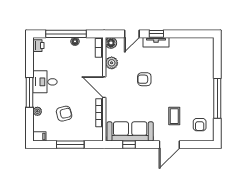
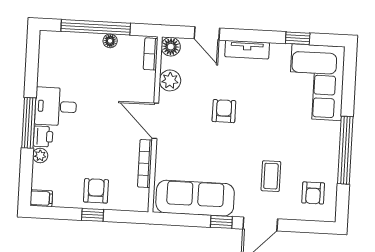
door: (132, 34) -> (207, 33), hinge flipped
window: (156, 34) -> (298, 38), moved
printer: (38, 46) -> (43, 136), moved
corner sofa: (198, 59) -> (317, 82), added
armchair: (144, 79) -> (224, 111), turned 90
armchair: (64, 114) -> (96, 191), moved, turned -76
window: (70, 145) -> (93, 215), width x0.46
window: (129, 145) -> (221, 222), moved

